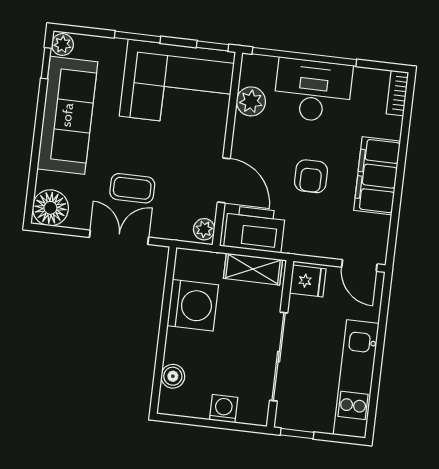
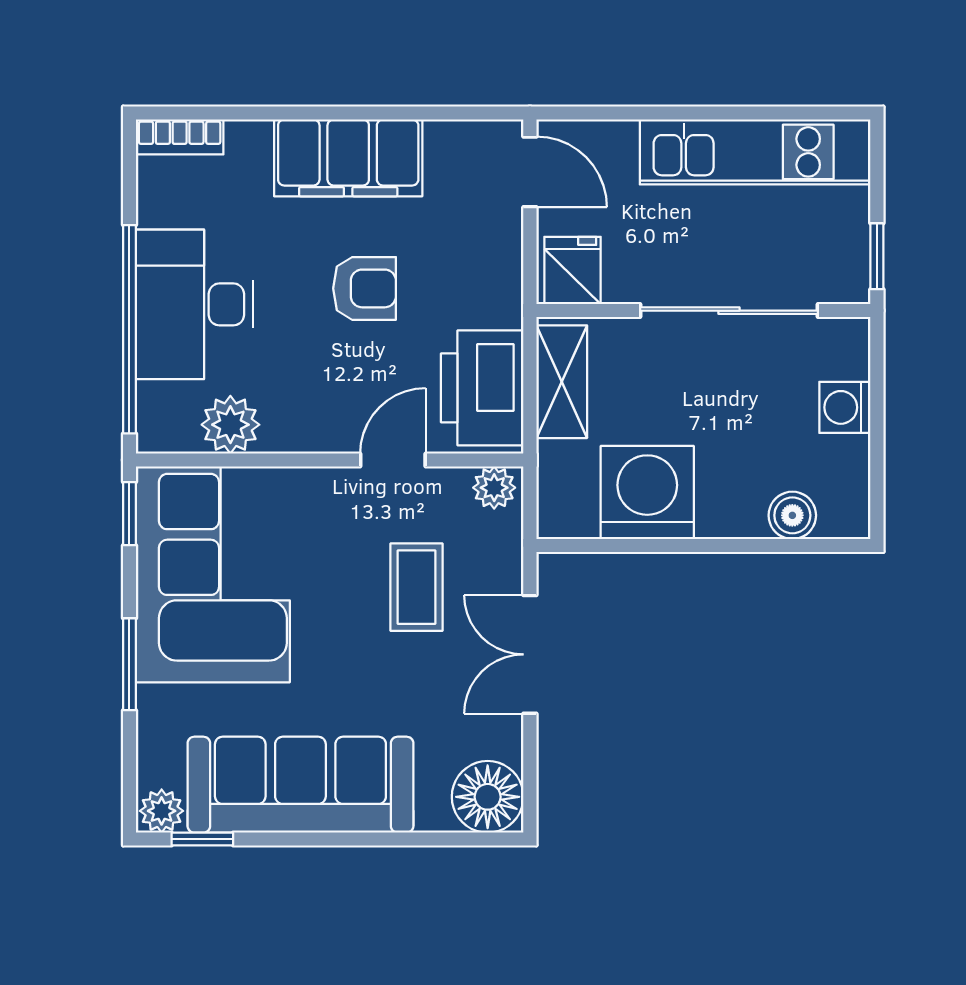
door: (224, 180) -> (393, 460), width x0.73
coffee table: (132, 188) -> (416, 587), moved
door: (359, 266) -> (530, 172), hinge flipped

